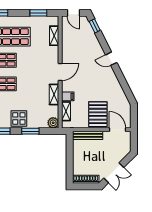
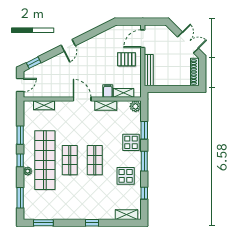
window: (38, 13) -> (20, 135), moved
pallet: (98, 114) -> (126, 59), width x0.67, depth x0.71

